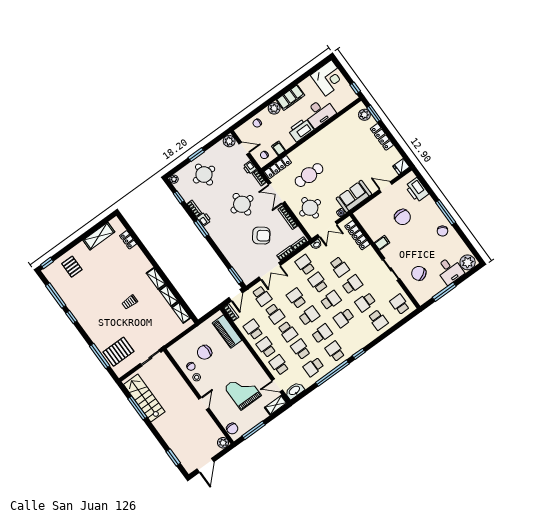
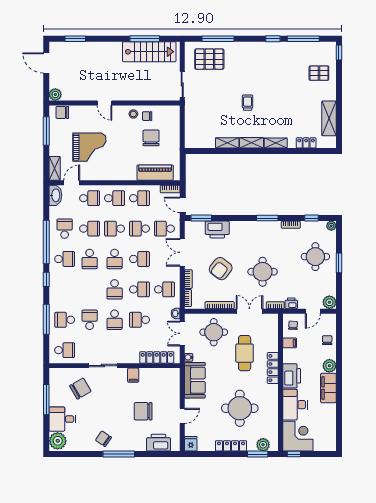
corner desk: (328, 78) -> (298, 436), moved, turned 180
round table: (351, 150) -> (240, 408), added
locker: (278, 167) -> (273, 368), moved
printer: (204, 219) -> (217, 229), moved, width x1.87, depth x1.48
shelving: (181, 313) -> (276, 143), moved
school desk: (344, 318) -> (90, 289), removed
window: (387, 333) -> (46, 319), added
pallet: (119, 352) -> (209, 59), turned 90

